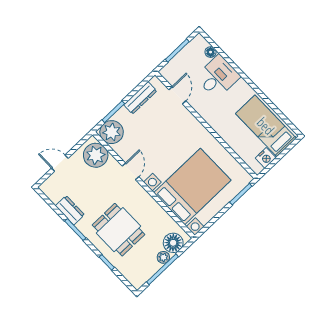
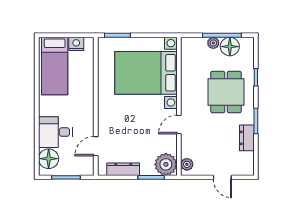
floor lamp: (211, 52) -> (49, 159), width x1.89, depth x1.89
plant: (96, 155) -> (187, 164), width x0.53, depth x0.53
floor lamp: (173, 243) -> (230, 47), moved

